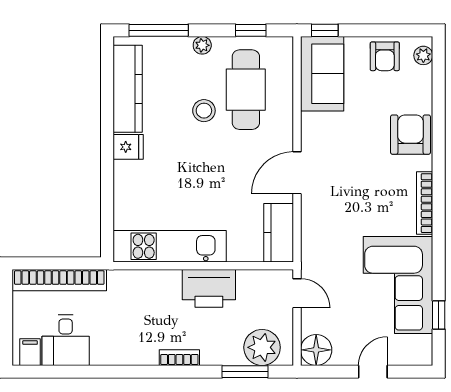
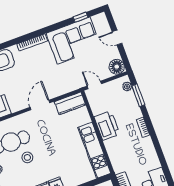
door: (297, 173) -> (40, 105), swing flipped
door: (297, 293) -> (94, 85), hinge flipped
plant: (262, 347) -> (127, 86), width x0.53, depth x0.53

